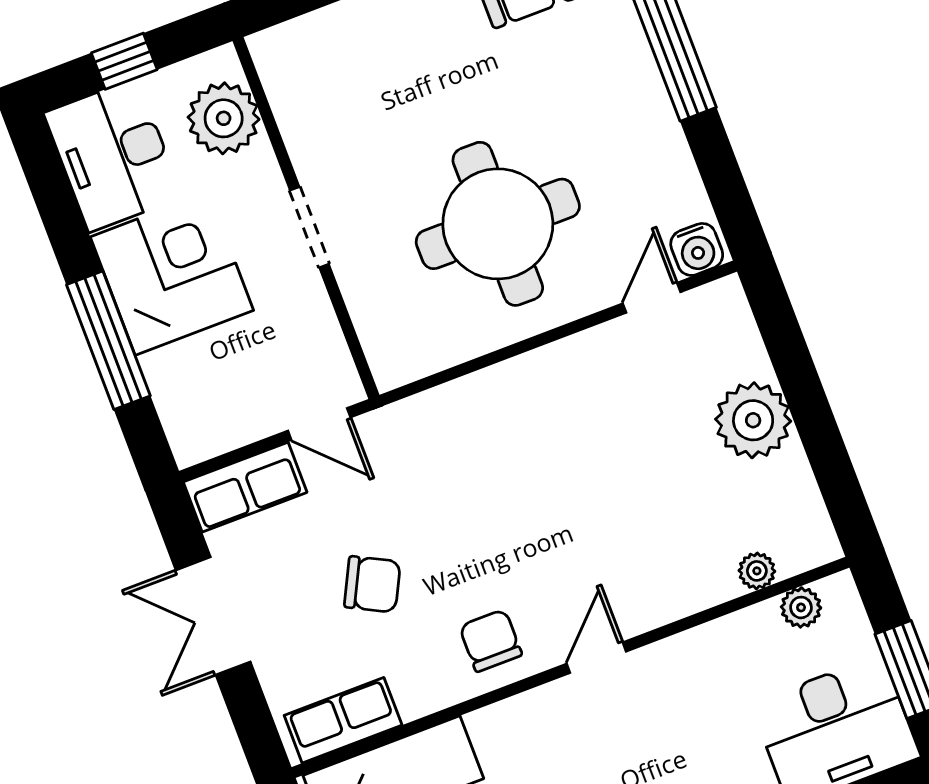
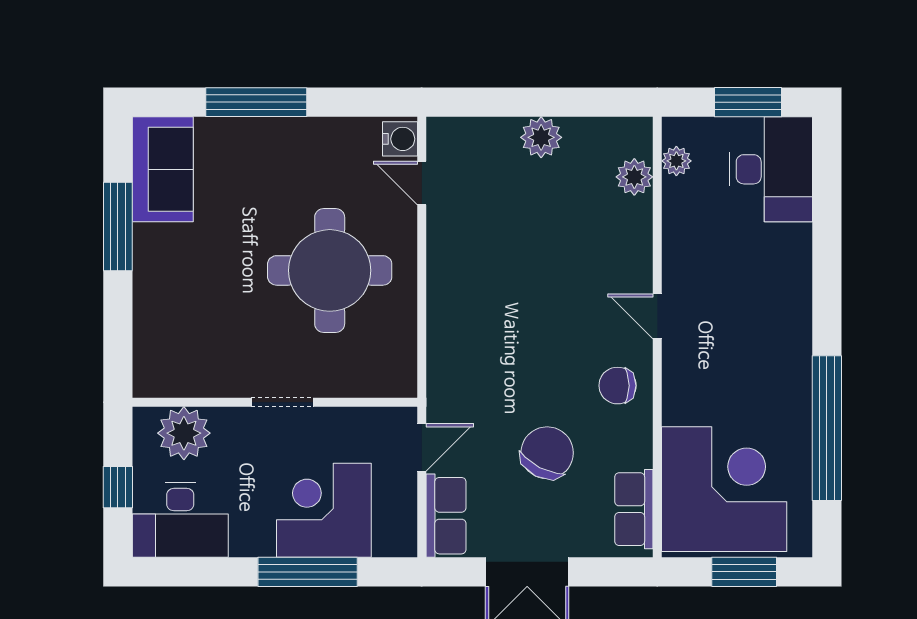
corner desk: (172, 274) -> (324, 510), moved
plant: (753, 420) -> (541, 137), width x0.73, depth x0.73
plant: (757, 571) -> (634, 177), width x1.38, depth x1.38
chair: (372, 584) -> (547, 453), width x1.37, depth x1.37

